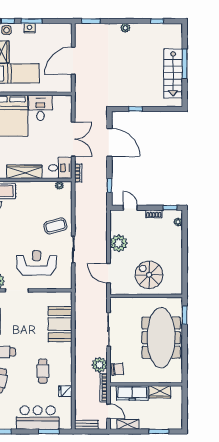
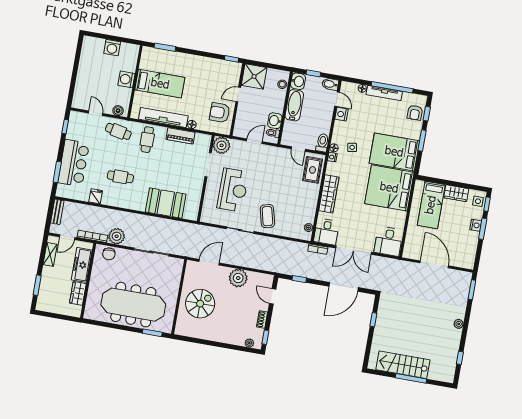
desk: (40, 108) -> (388, 241), moved, turned 90
door: (130, 208) -> (273, 296), swing flipped

